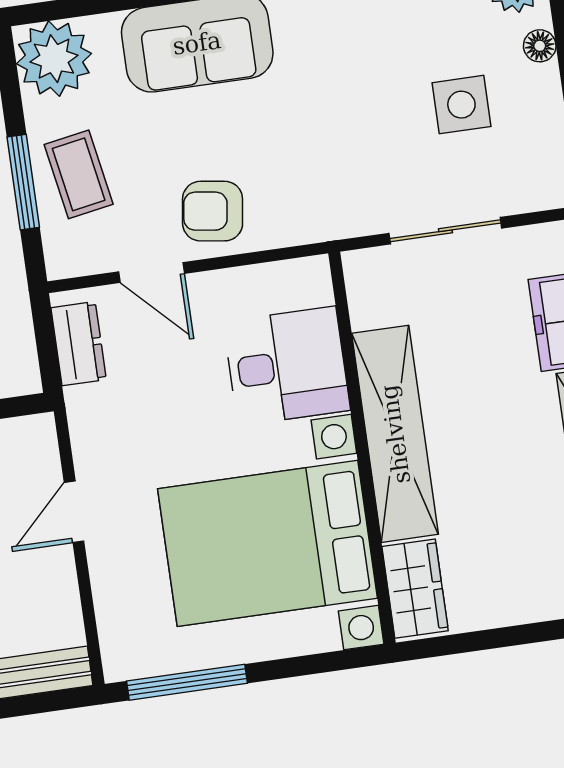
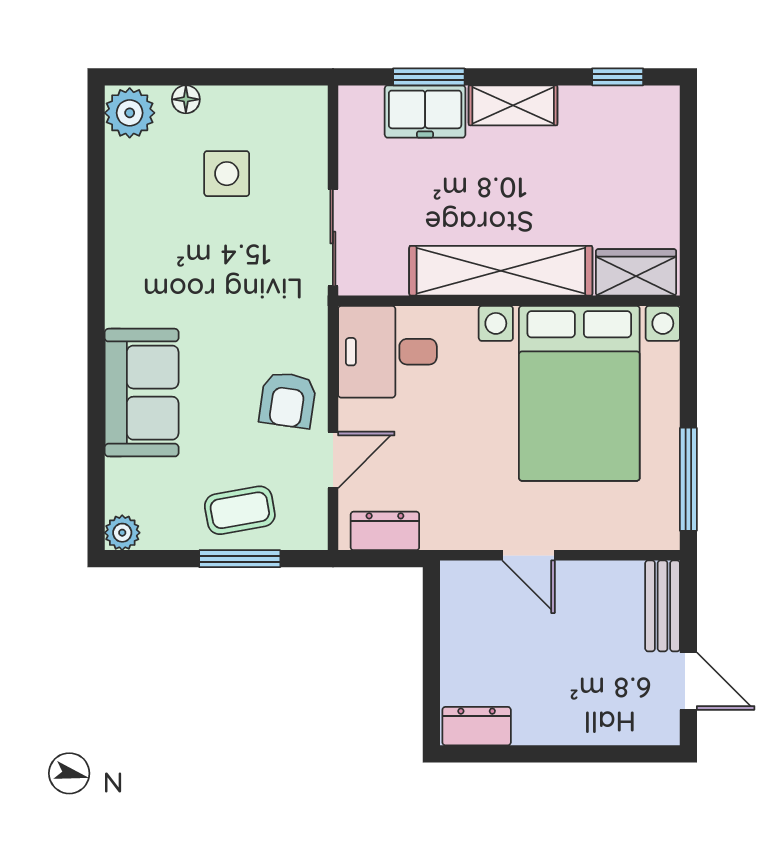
plant: (54, 59) -> (122, 533), width x0.53, depth x0.53
sliding door: (445, 231) -> (333, 238), moved
desk: (287, 366) -> (387, 352), moved, turned -90

